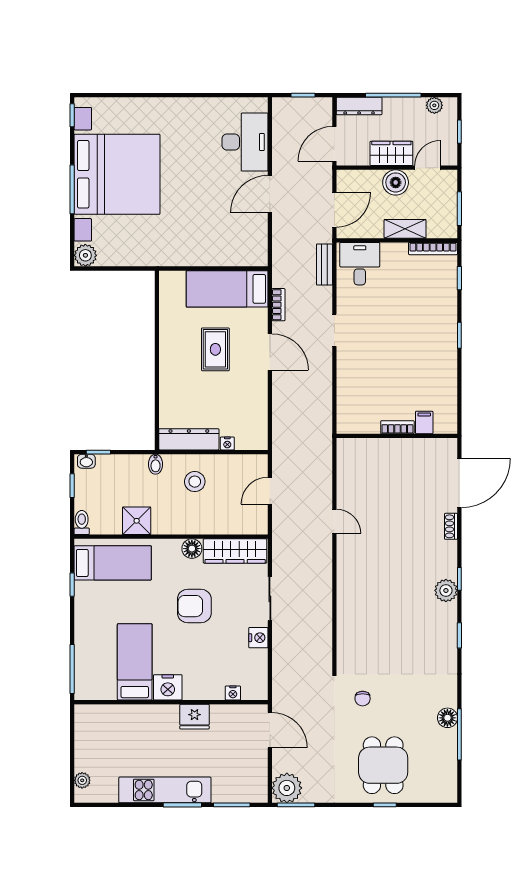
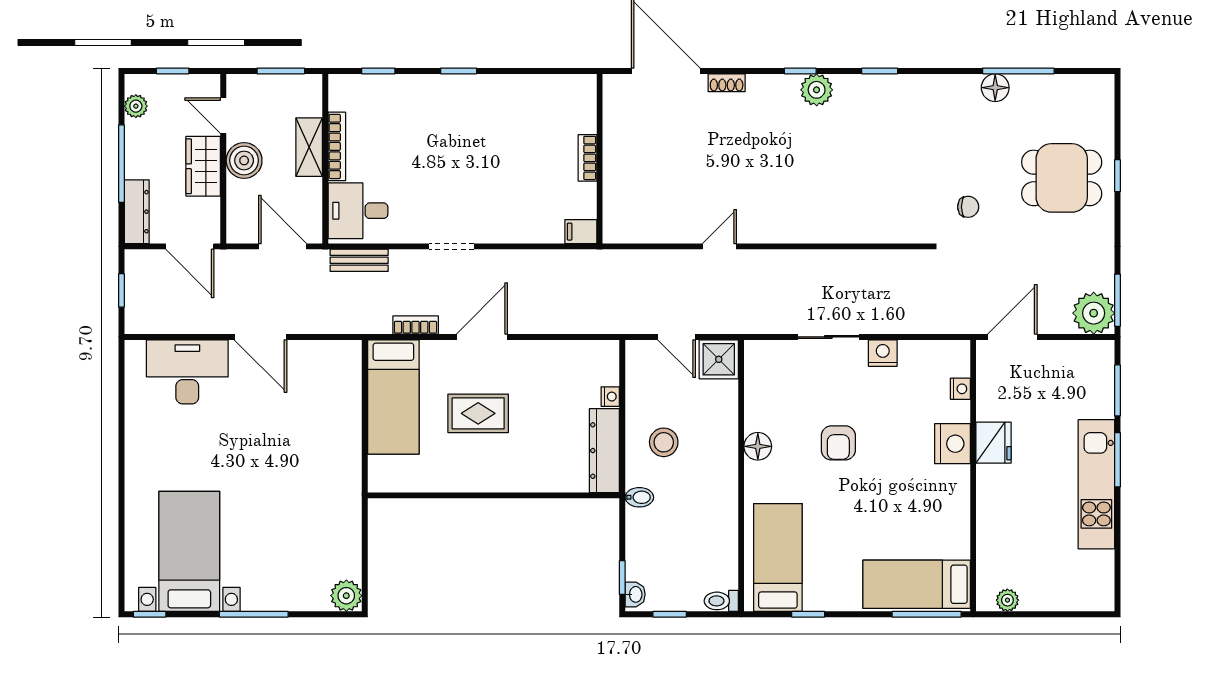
bed with nightstands: (117, 174) -> (189, 551), width x0.54
bookcase: (433, 249) -> (337, 146), moved
filing cabinet: (424, 422) -> (581, 232), moved
shower: (137, 521) -> (719, 359), moved
wardrobe: (235, 551) -> (761, 386), removed
armchair: (194, 606) -> (838, 443), width x0.72, depth x0.72
bed: (135, 662) -> (917, 584), moved
nightstand: (168, 687) -> (952, 444), moved
plant: (82, 780) -> (1007, 600), moved

